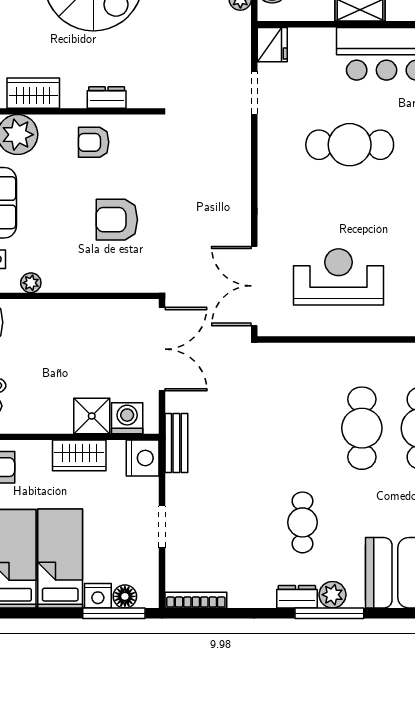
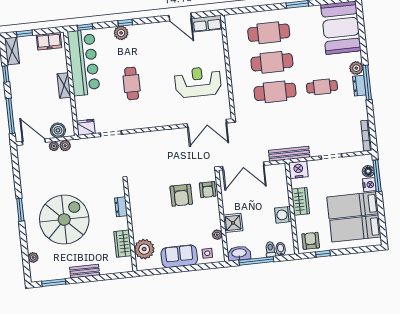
armchair: (94, 142) -> (208, 190), moved
cafe table: (350, 145) -> (132, 83), width x0.73, depth x0.74
reception desk: (339, 277) -> (198, 82), turned 90
double door: (162, 349) -> (243, 166), swing flipped
shower: (92, 416) -> (233, 223), moved
washing machine: (127, 418) -> (283, 215), moved
cafe table: (302, 428) -> (275, 92), added
bench: (176, 443) -> (289, 154), width x1.36
window: (329, 613) -> (367, 82), moved

